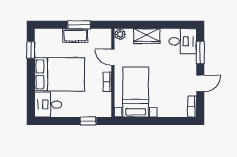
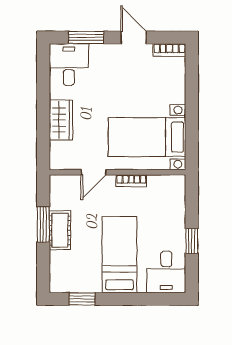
plant: (120, 34) -> (58, 161), removed
bed: (60, 74) -> (120, 255), width x0.67
window: (88, 121) -> (192, 241), moved

